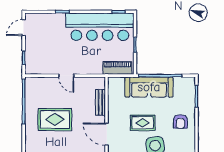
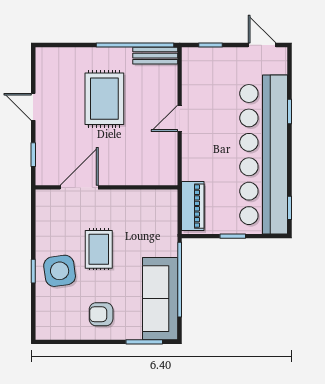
bar counter: (100, 27) -> (264, 155), width x1.36
sofa: (149, 87) -> (160, 299), moved
bench: (100, 102) -> (155, 56), moved

